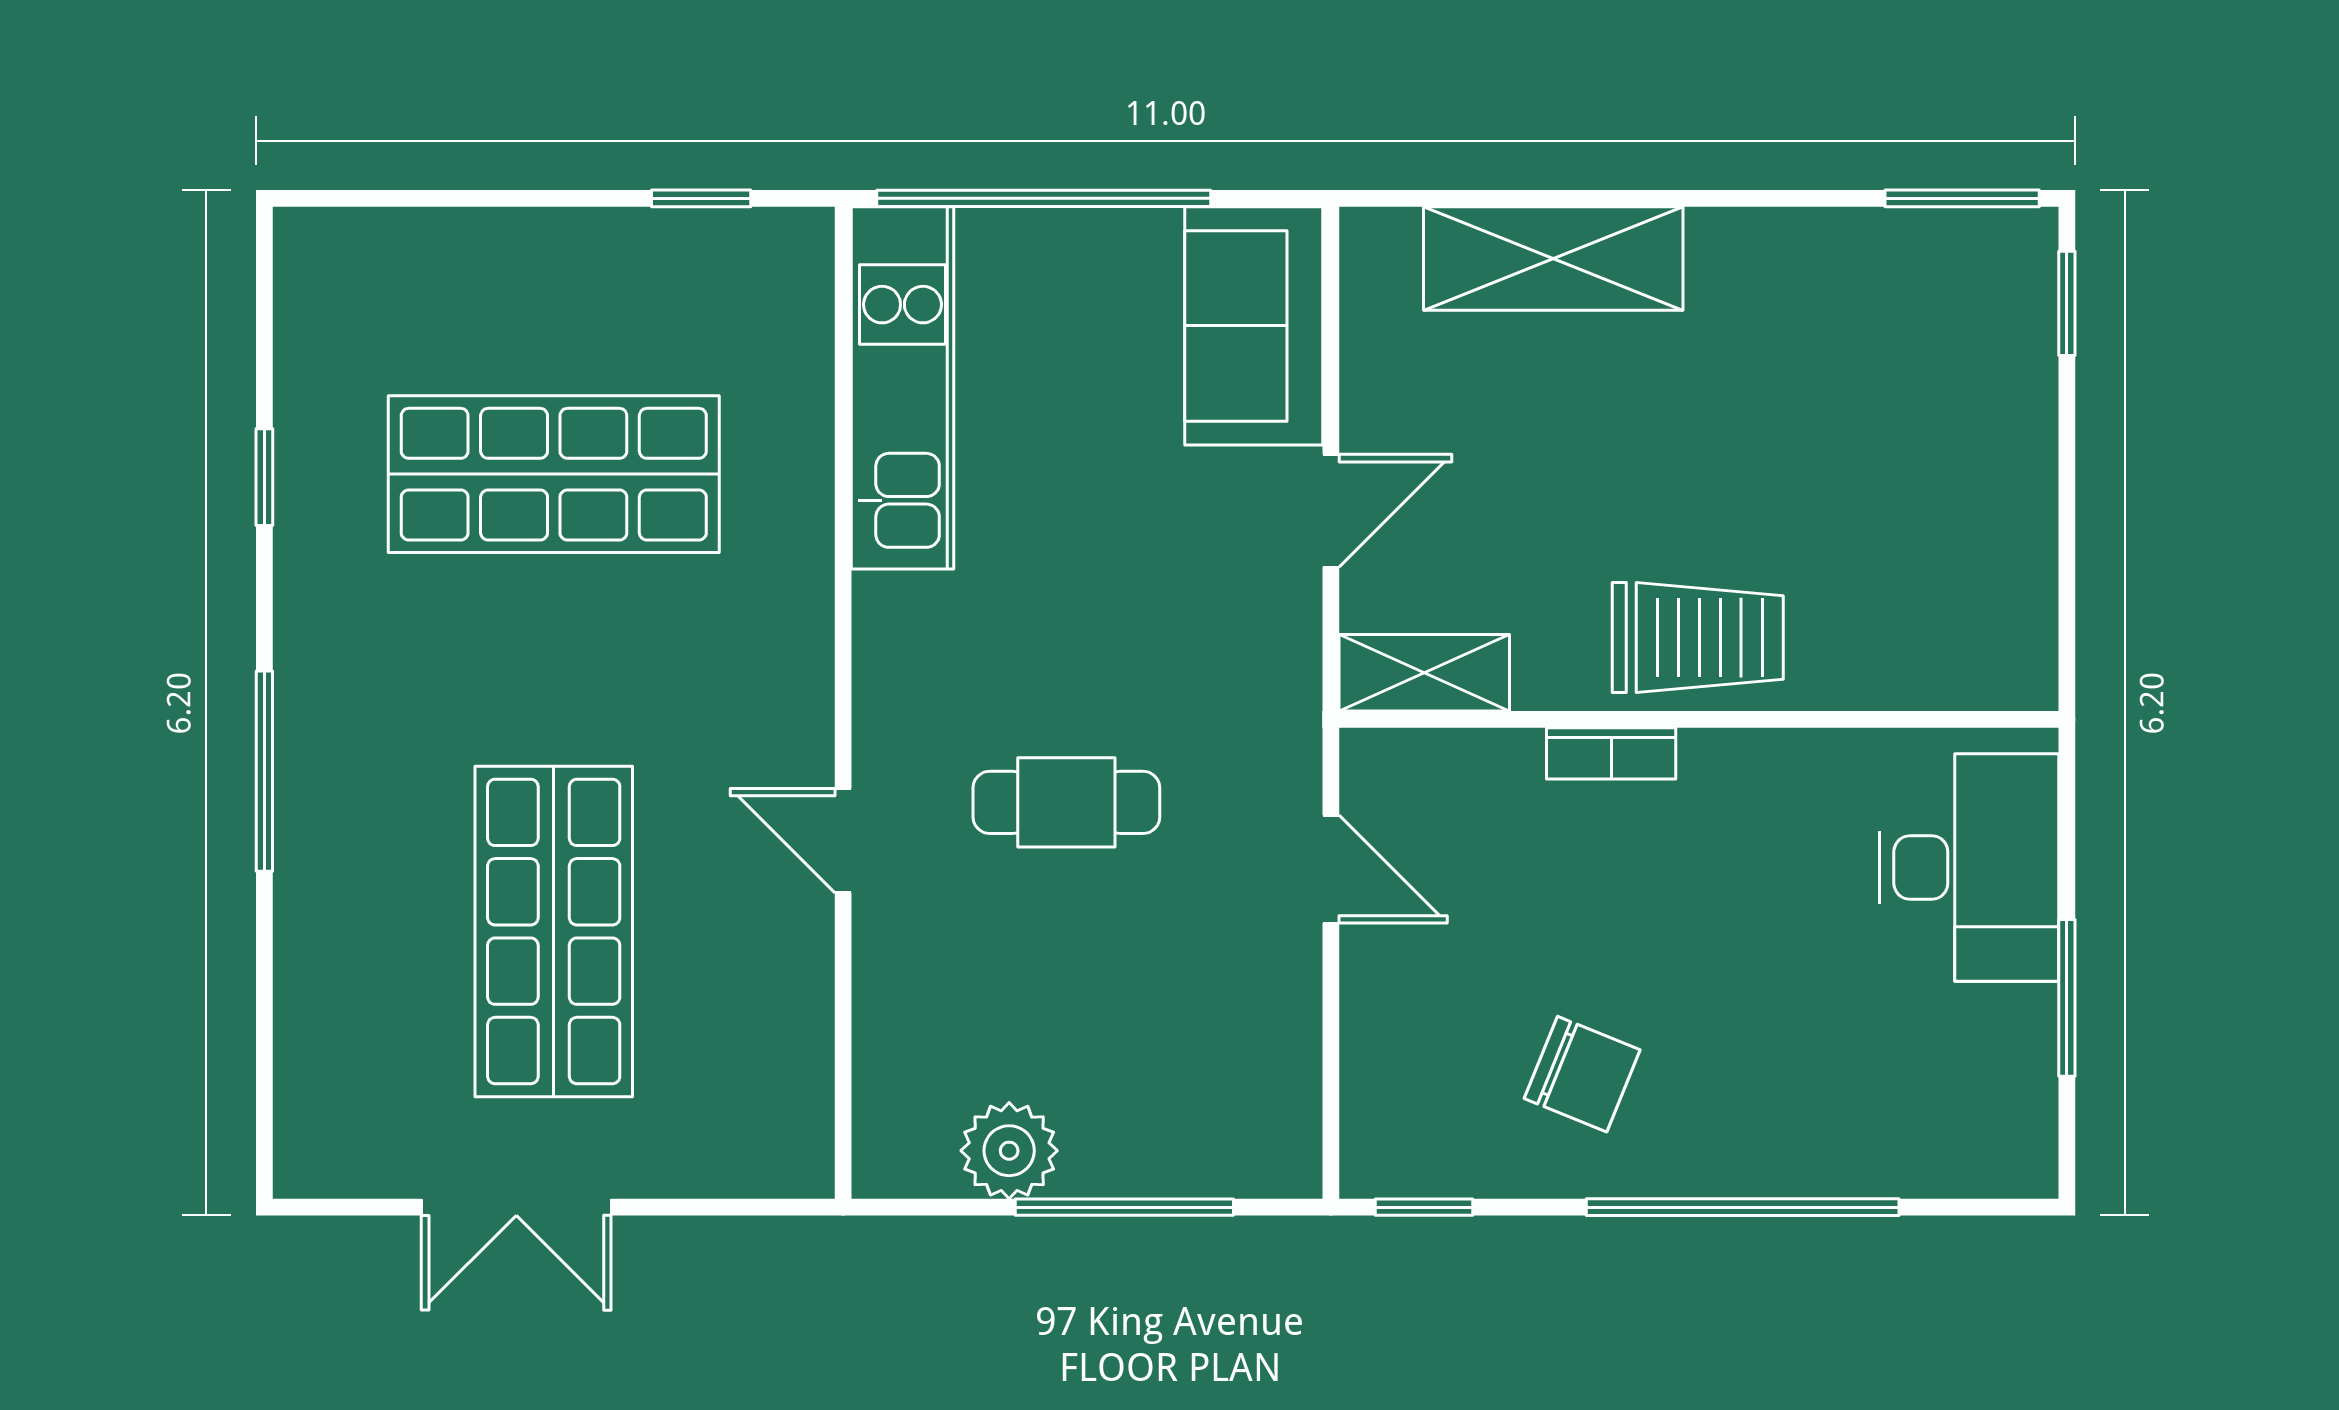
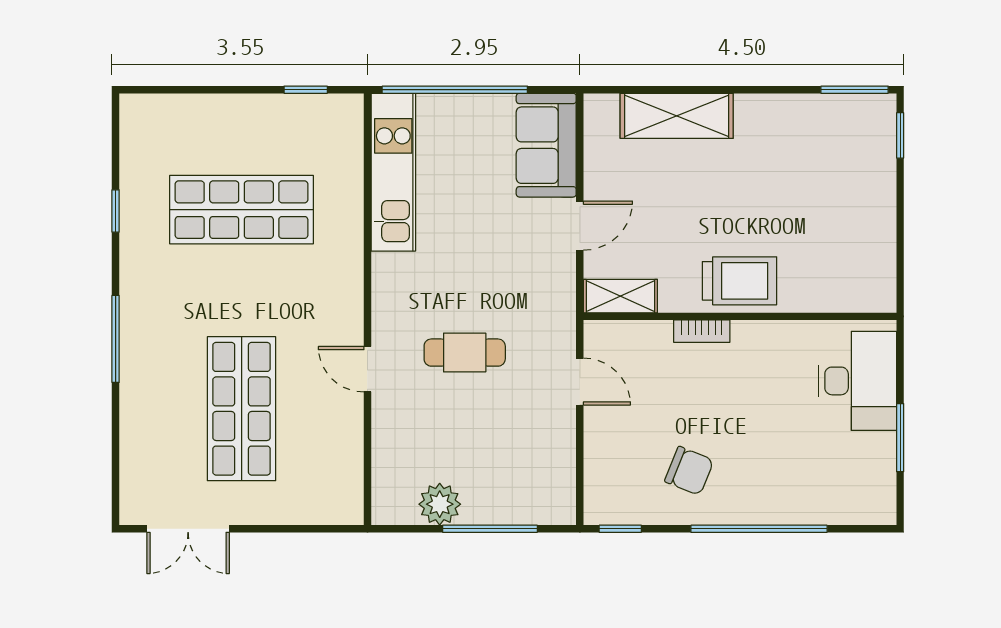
double door: (516, 1207) -> (188, 529), moved

